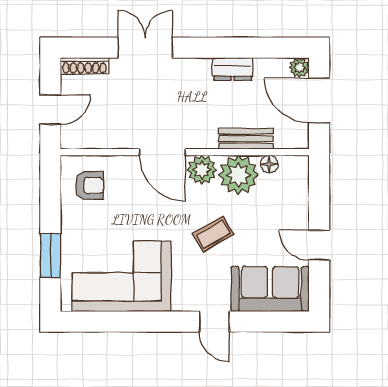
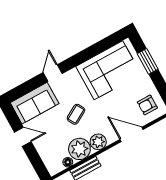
door: (162, 152) -> (131, 134), moved
door: (214, 322) -> (53, 73), hinge flipped

